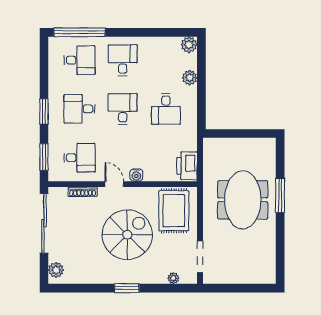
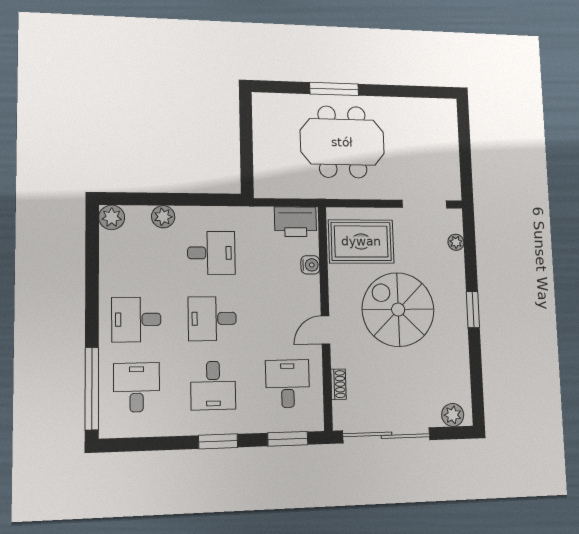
water cooler: (136, 175) -> (310, 265), moved
shoe rack: (83, 192) -> (338, 384), width x0.70

